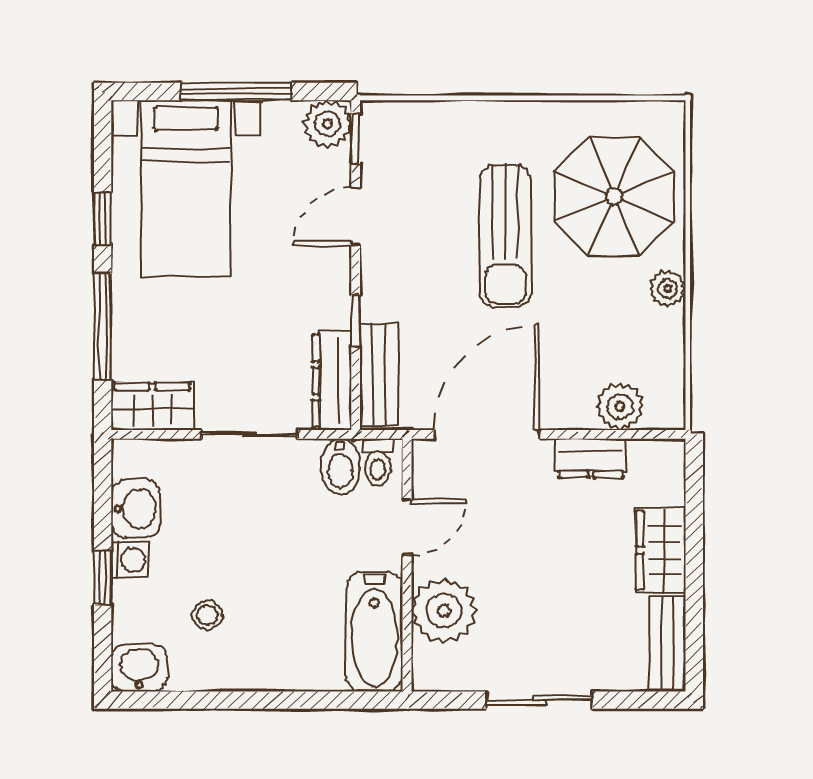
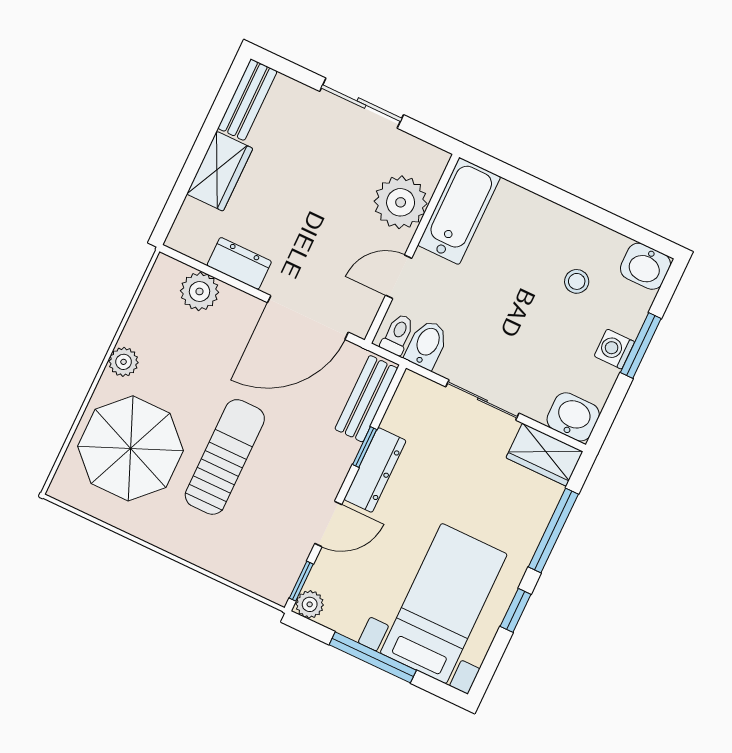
plant: (328, 124) -> (310, 604), width x0.73, depth x0.73
dresser: (332, 381) -> (375, 470), moved
washbasin: (136, 509) -> (573, 417), moved, turned 90
window: (103, 578) -> (641, 346), width x1.50

